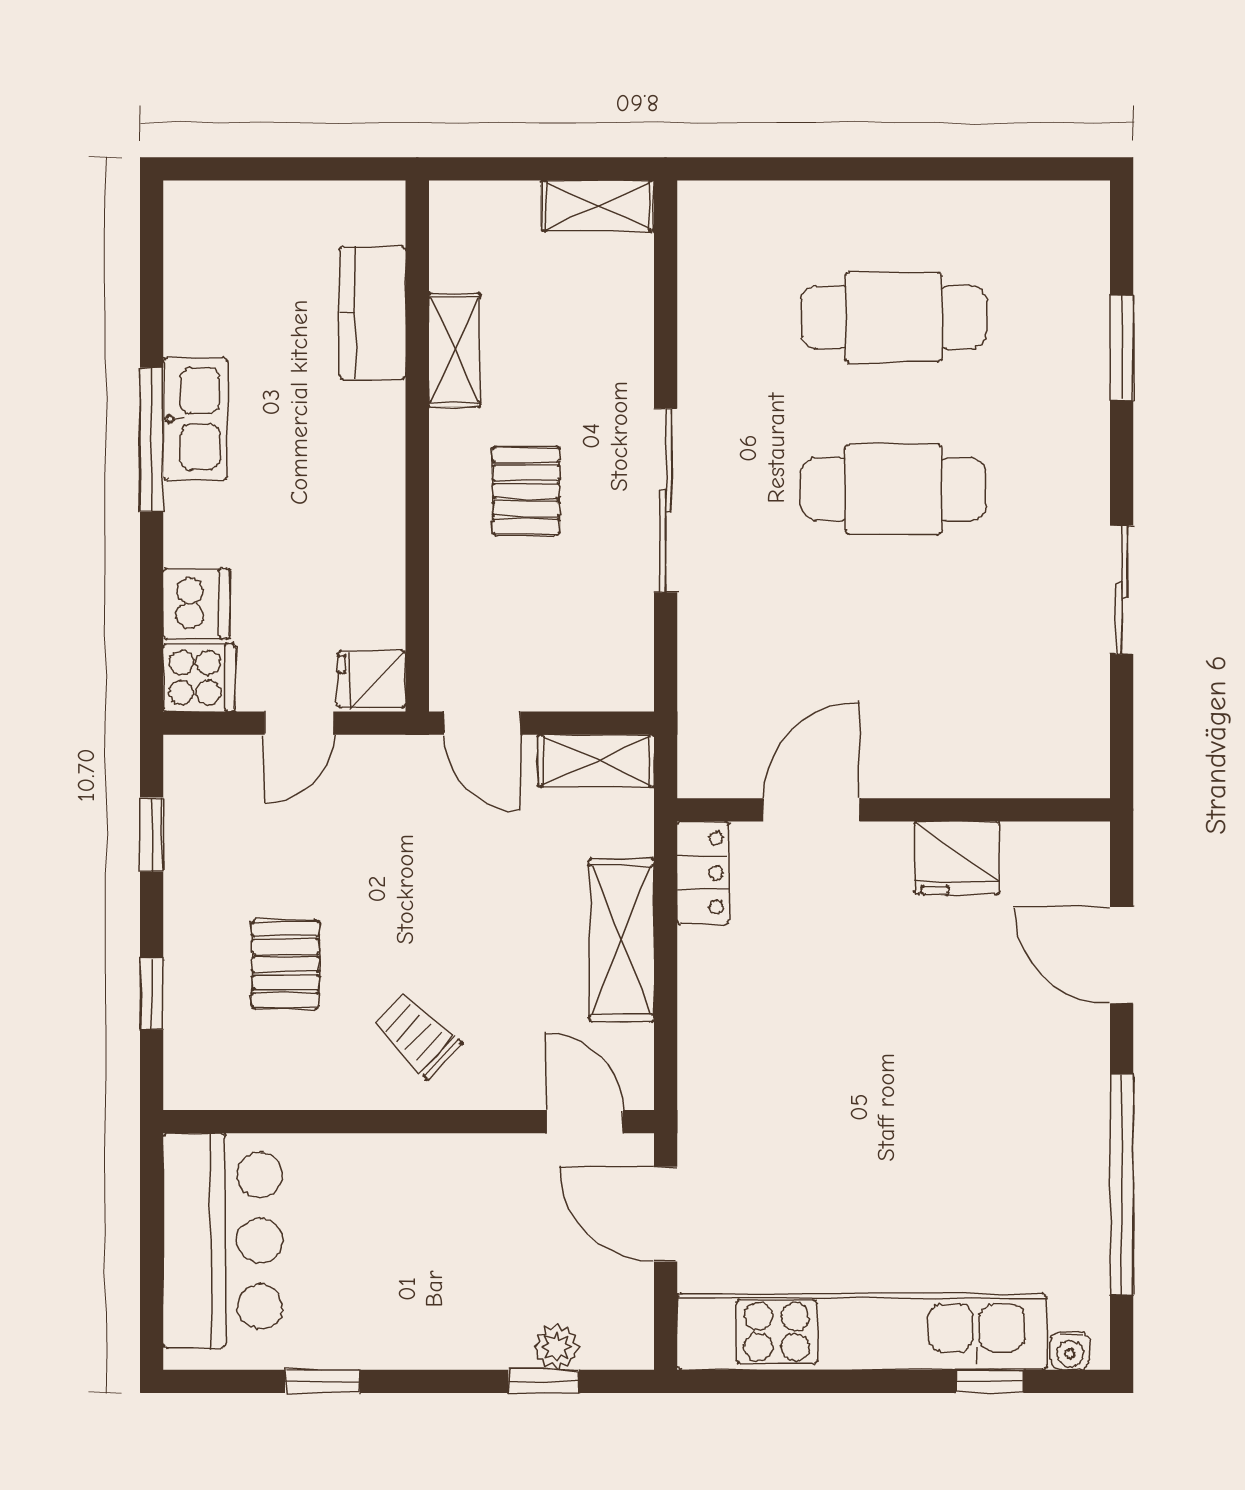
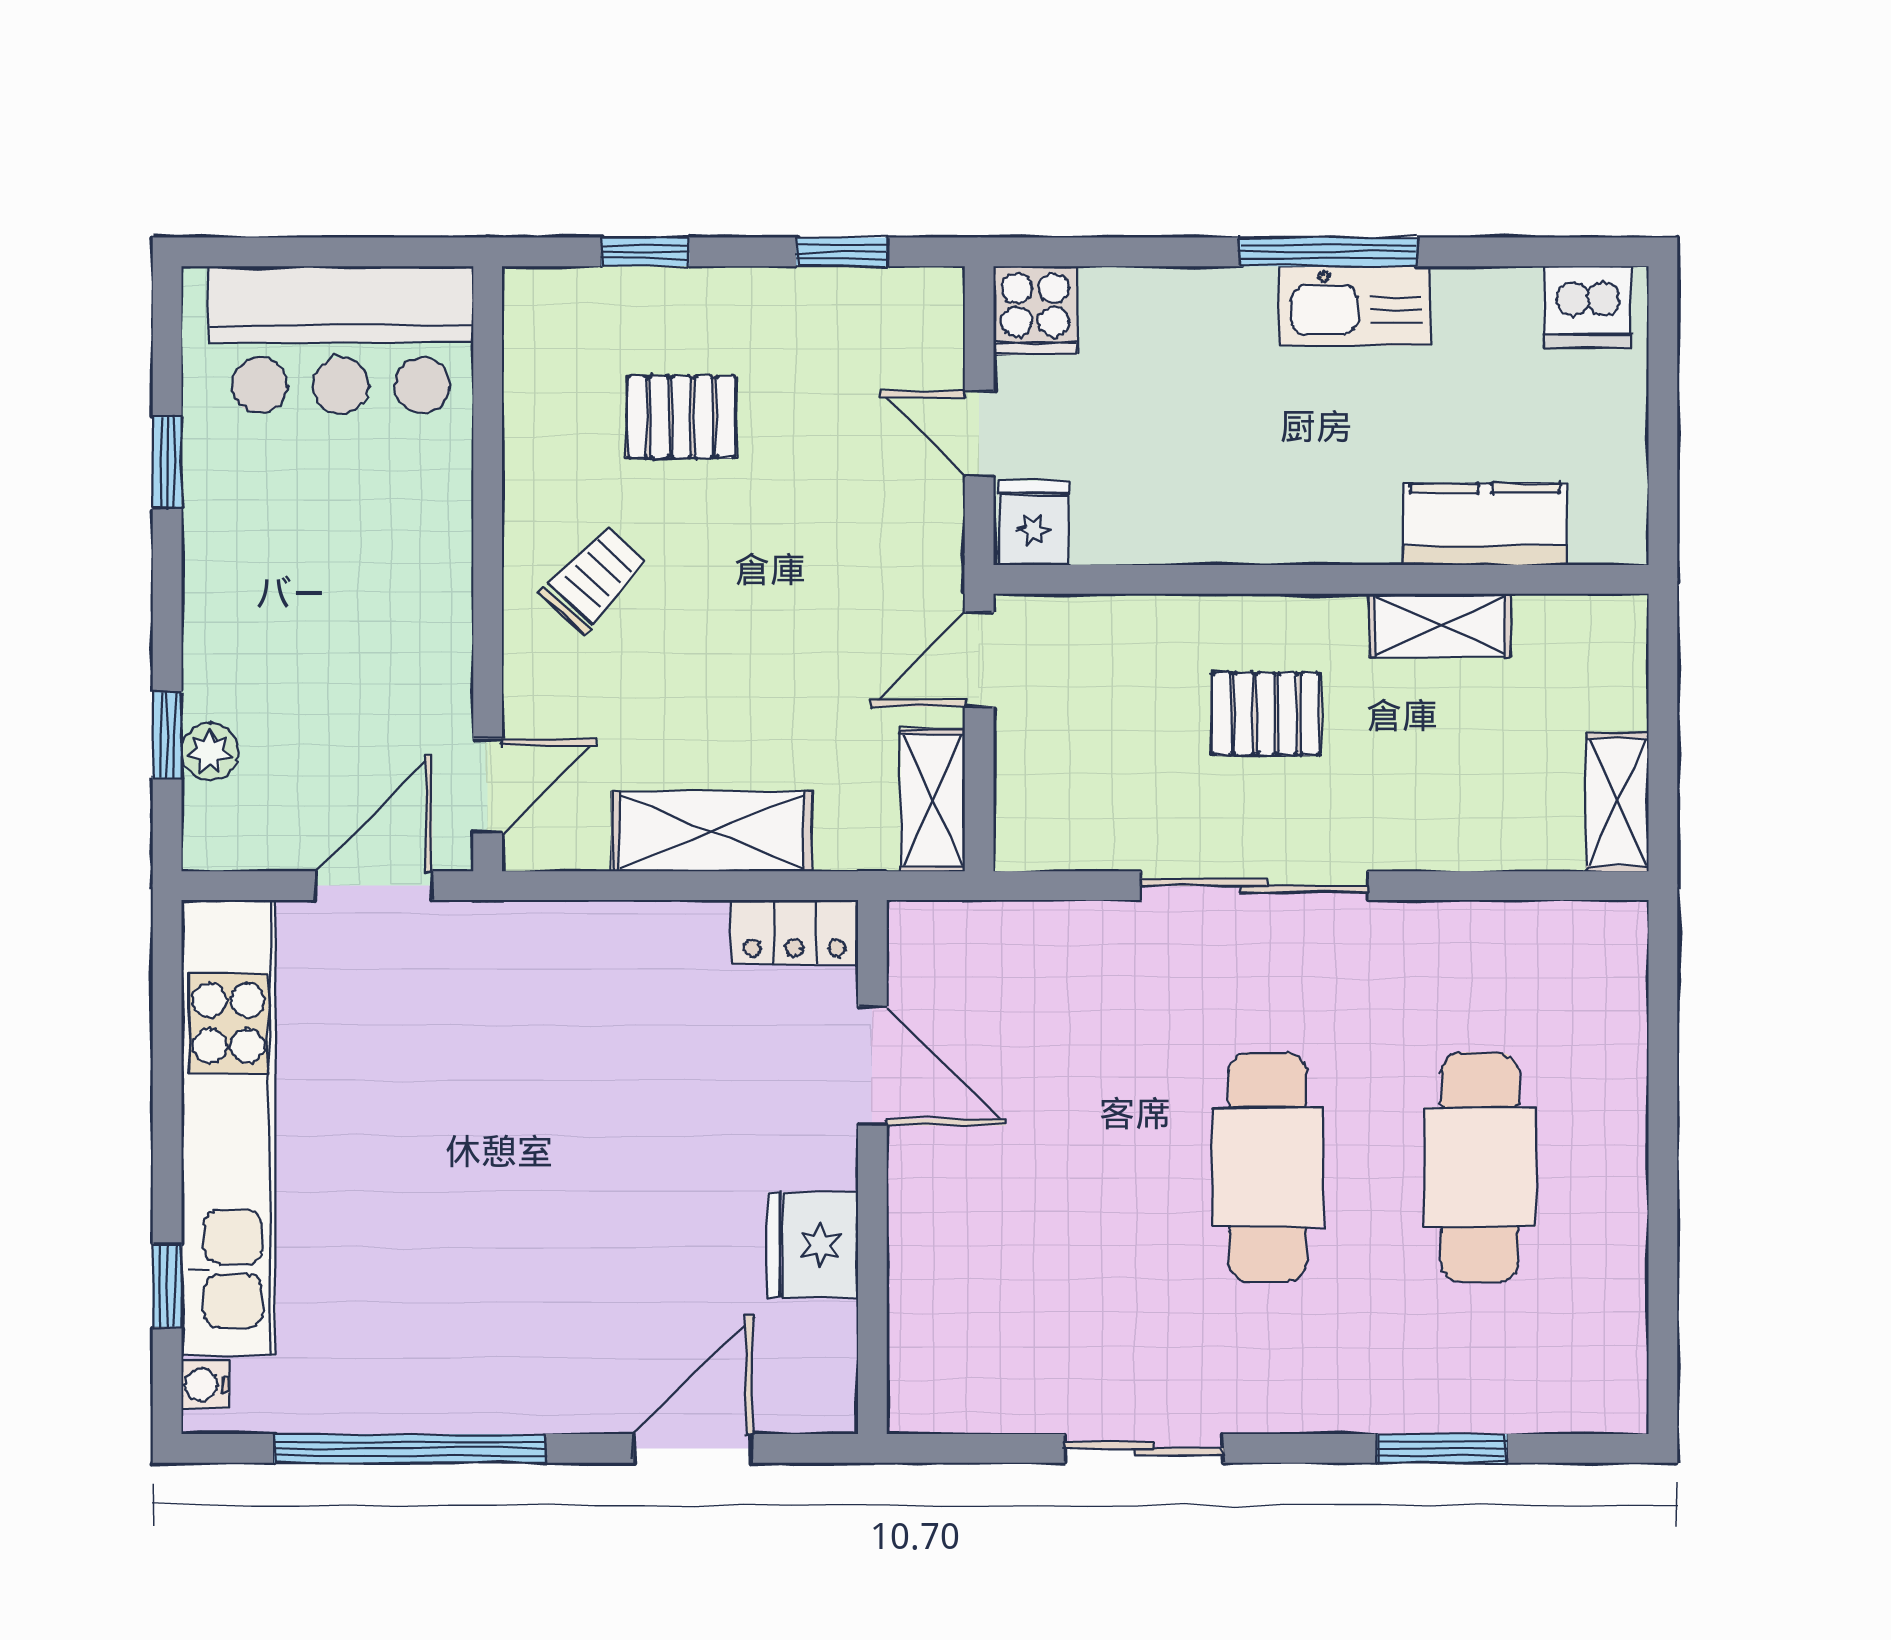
dishwasher: (196, 604) -> (1587, 307), moved

